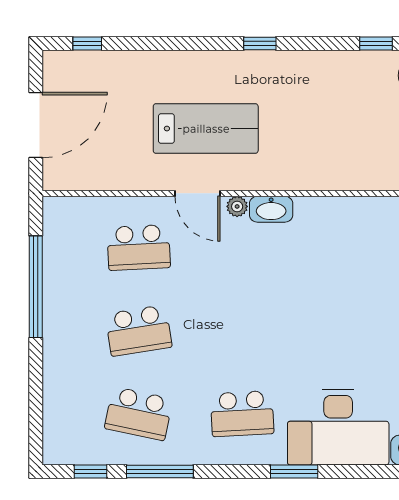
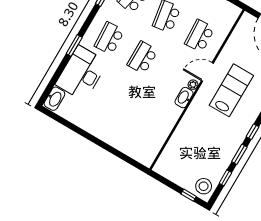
window: (317, 44) -> (239, 154), added
lab bench: (206, 129) -> (231, 90), turned 180
school desk: (242, 331) -> (142, 58), added

